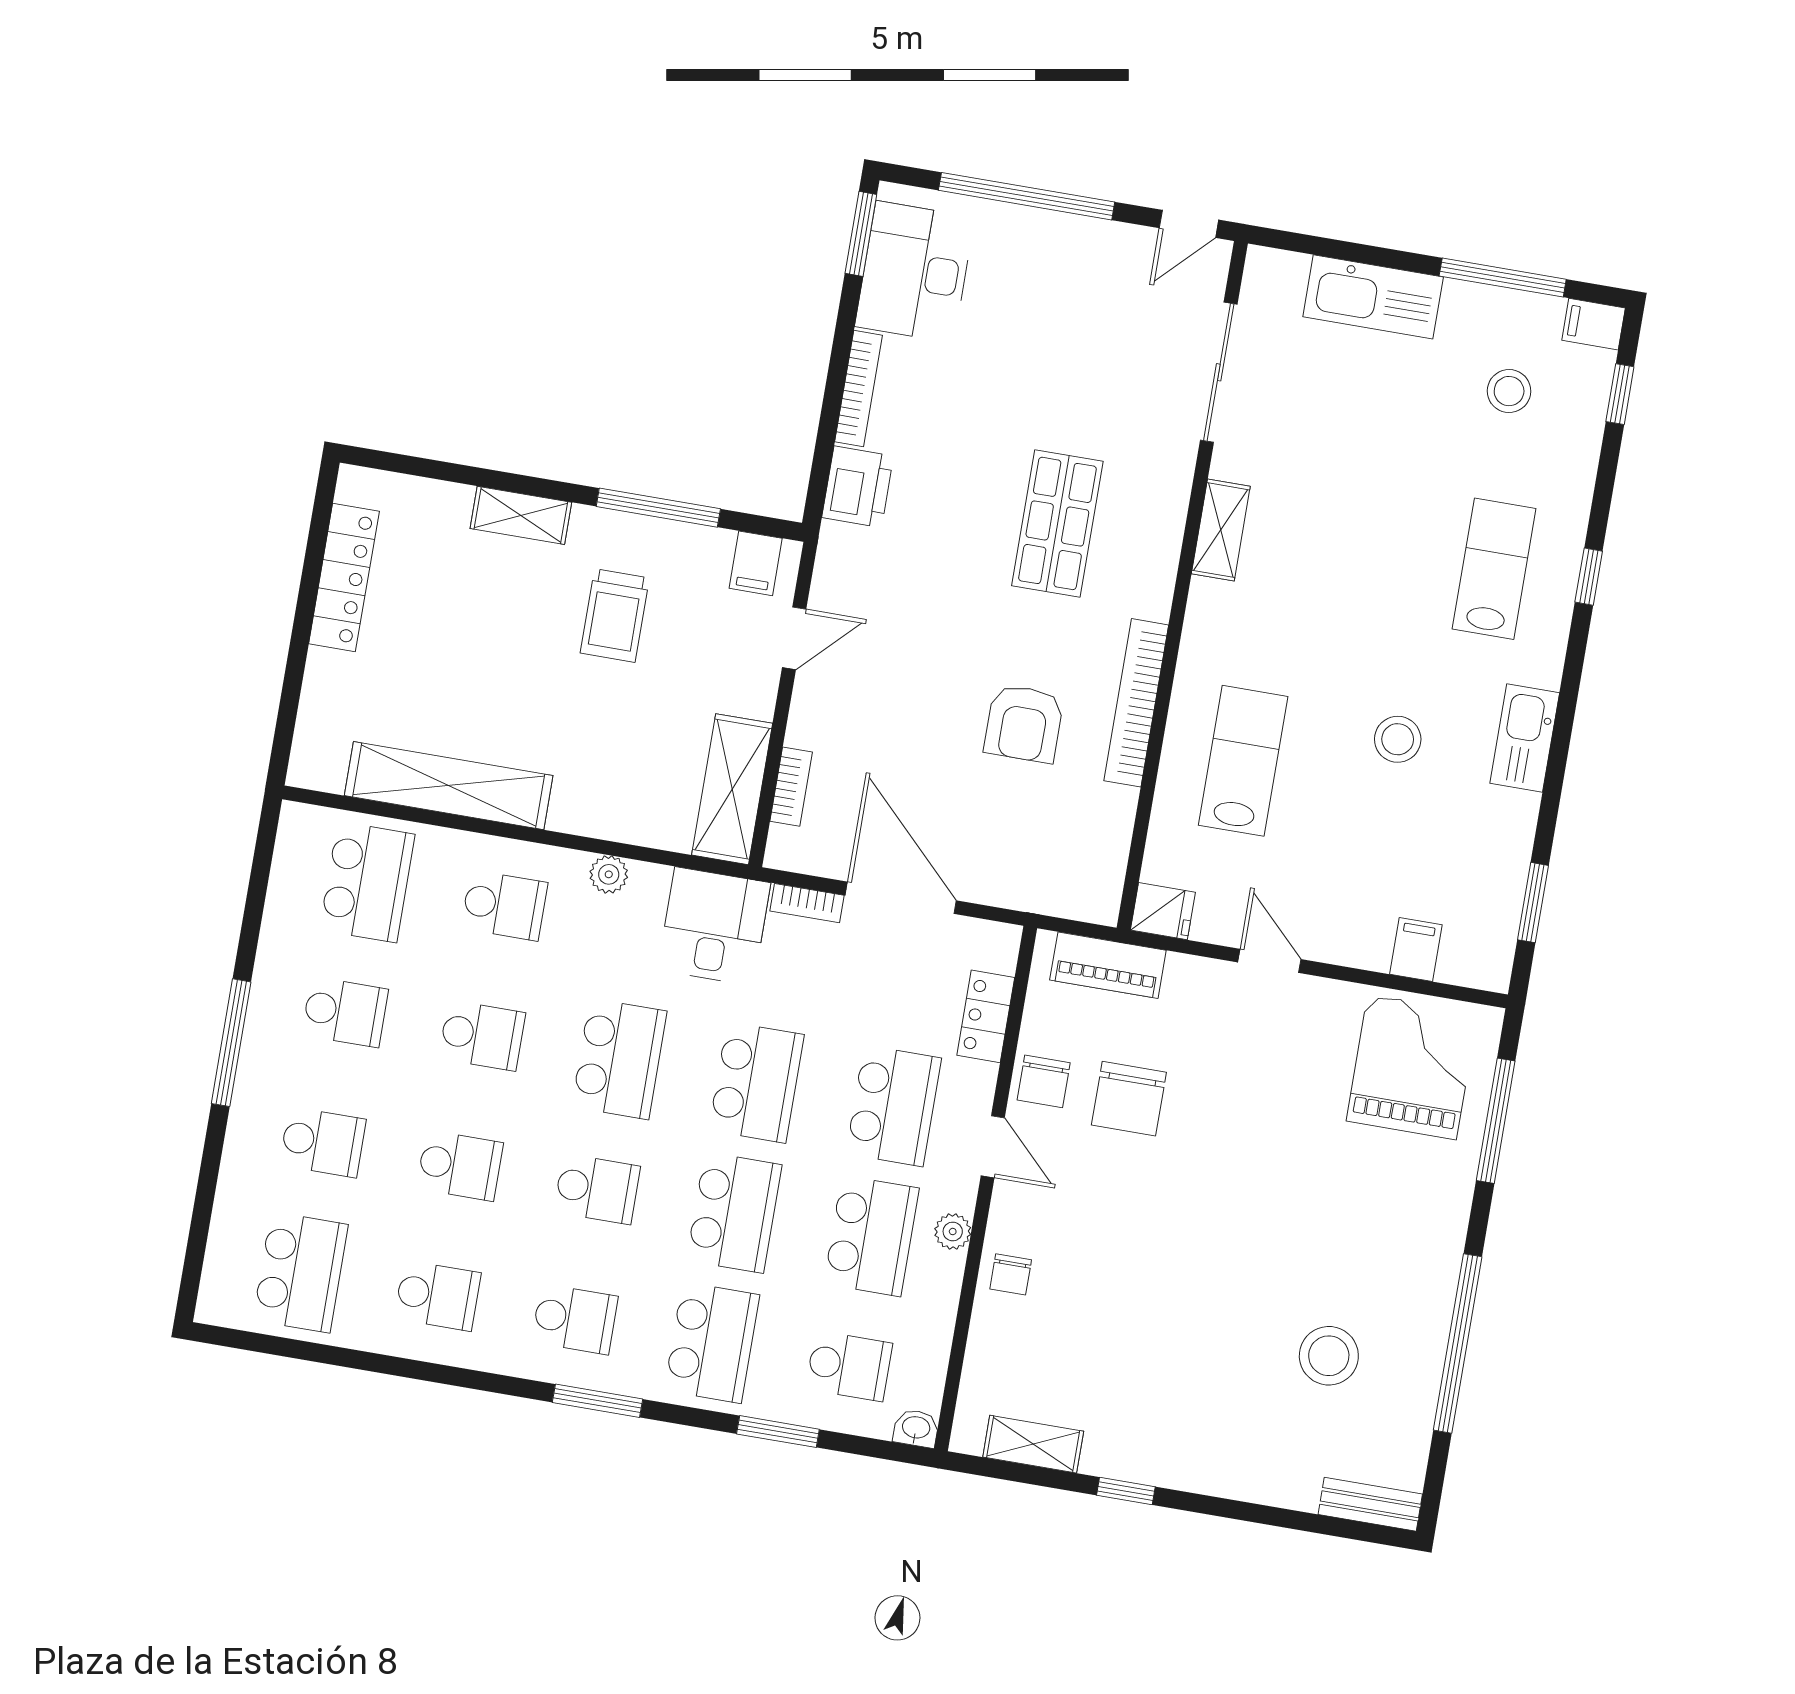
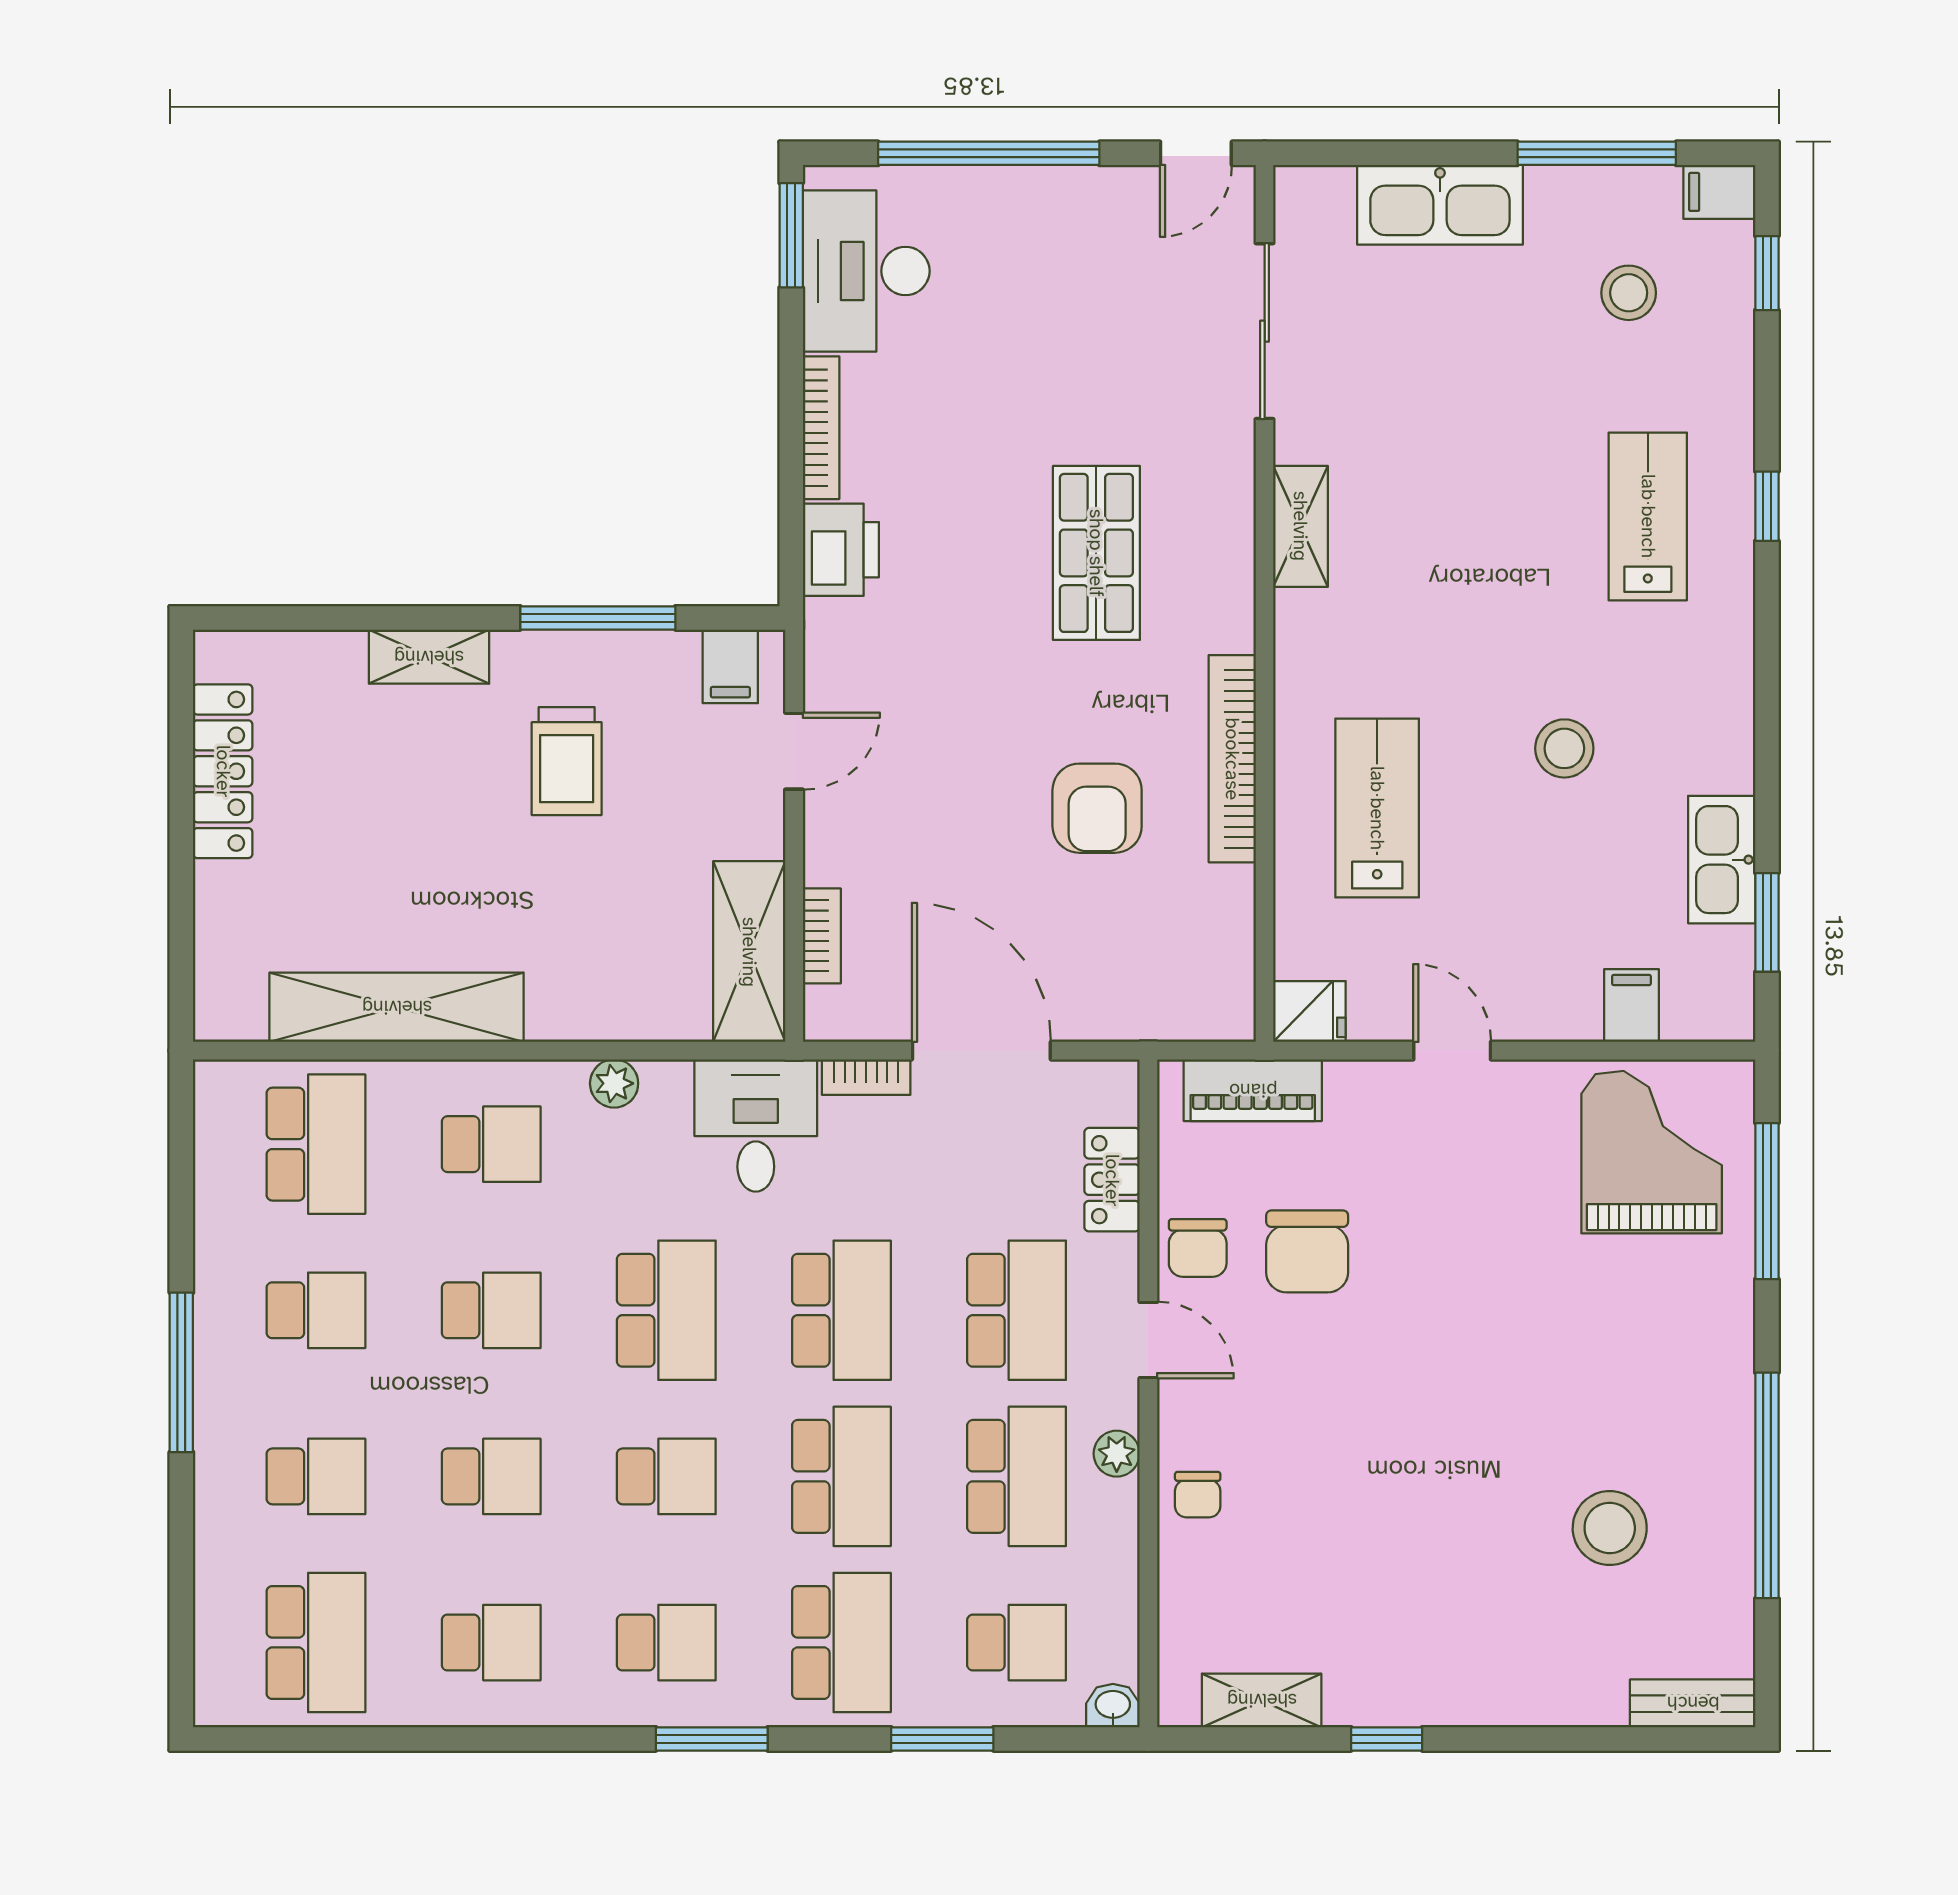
kitchen sink: (1525, 738) -> (1722, 860), moved

